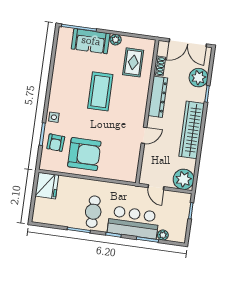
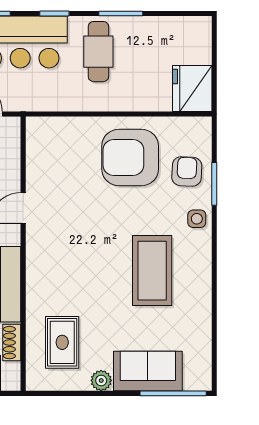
coffee table: (100, 91) -> (152, 271), moved

